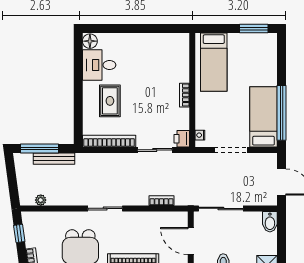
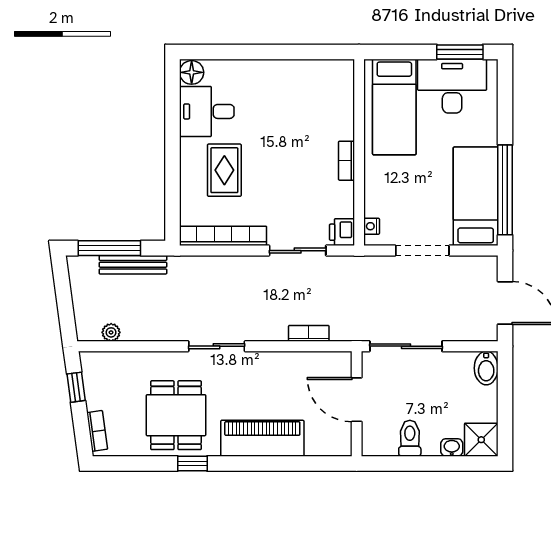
desk: (249, 49) -> (452, 86), added

